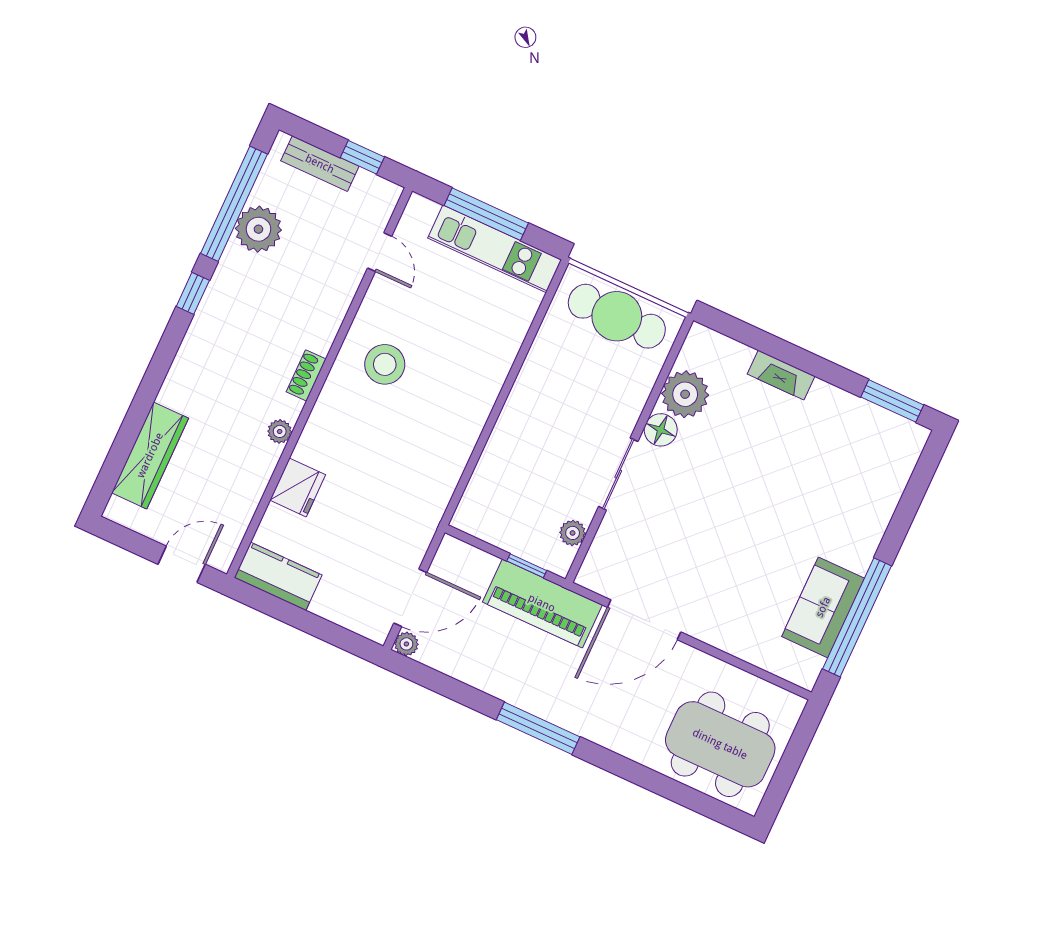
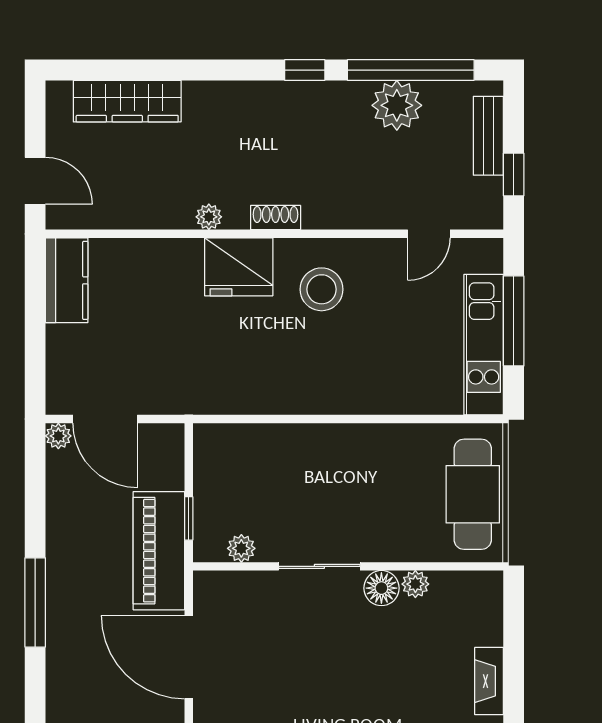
plant: (685, 394) -> (415, 584), width x0.53, depth x0.53
fridge: (298, 487) -> (239, 267), moved, width x1.36, depth x1.34

